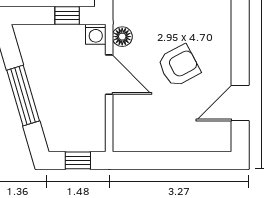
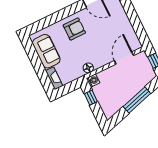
armchair: (179, 66) -> (74, 29), moved, turned 118
door: (109, 75) -> (124, 58), moved

